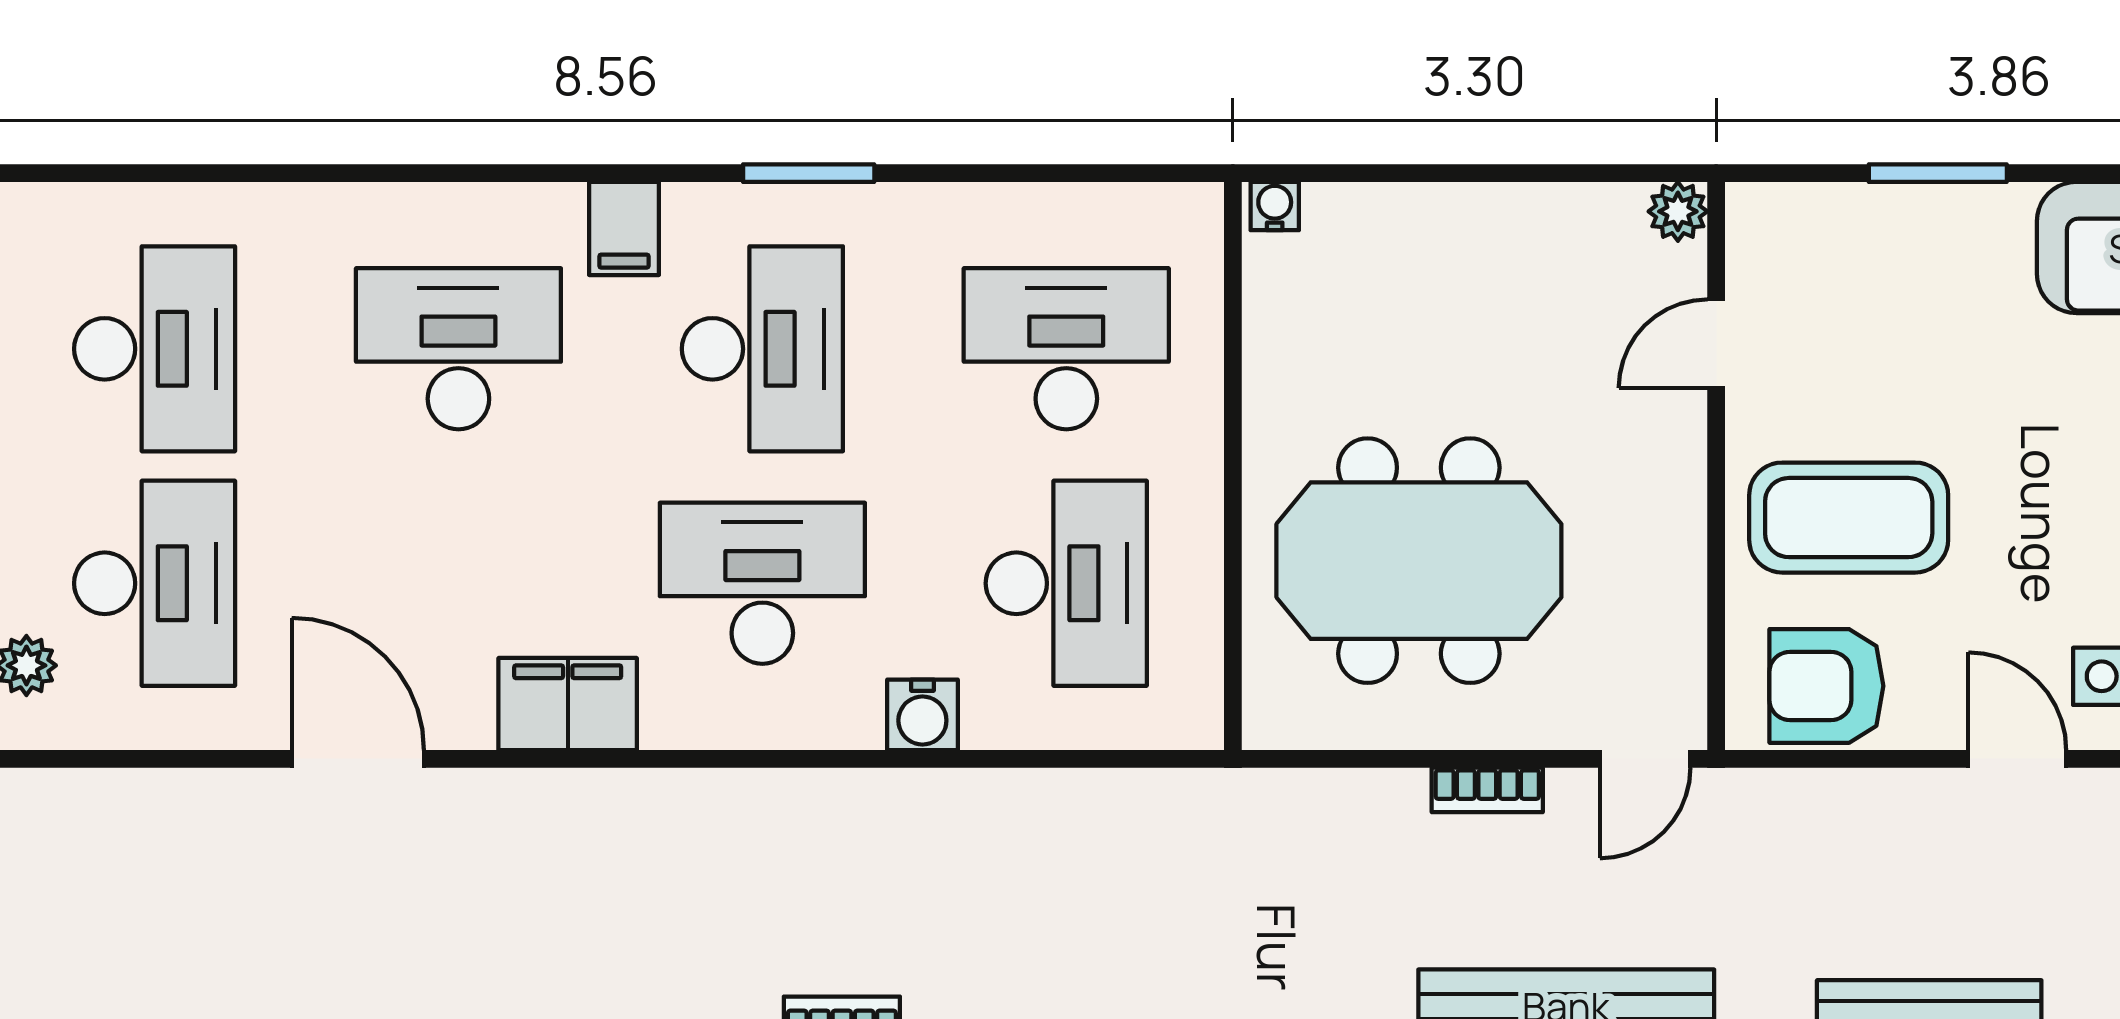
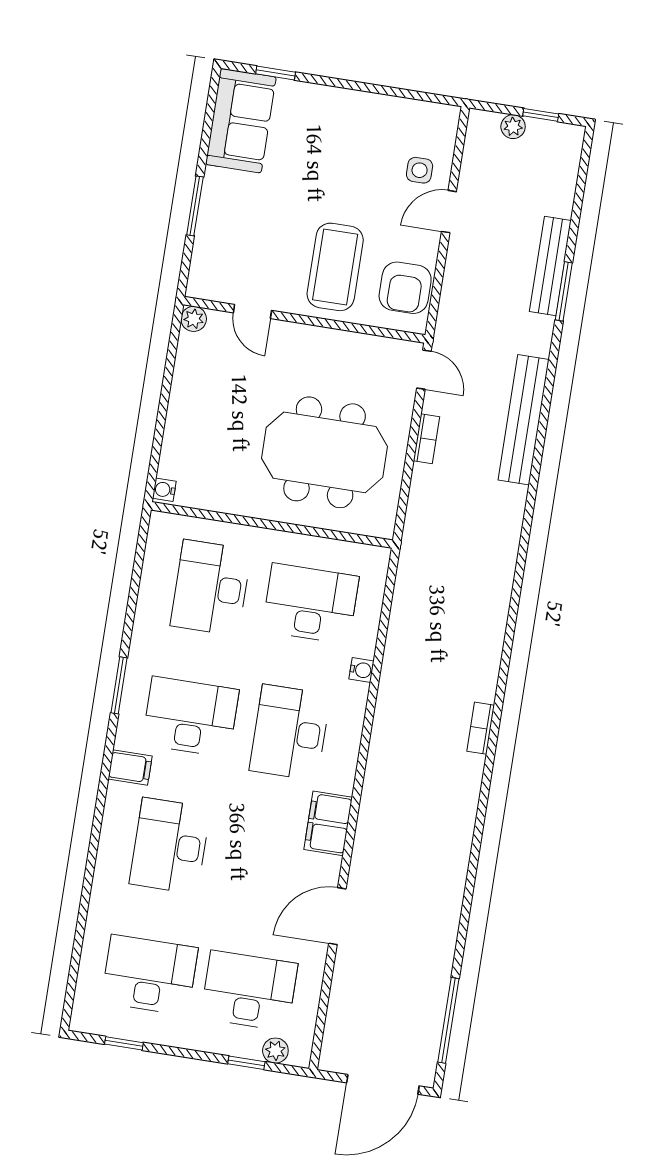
meeting table: (1419, 561) -> (325, 452), turned 90
water cooler: (922, 715) -> (361, 670), width x0.72, depth x0.72

